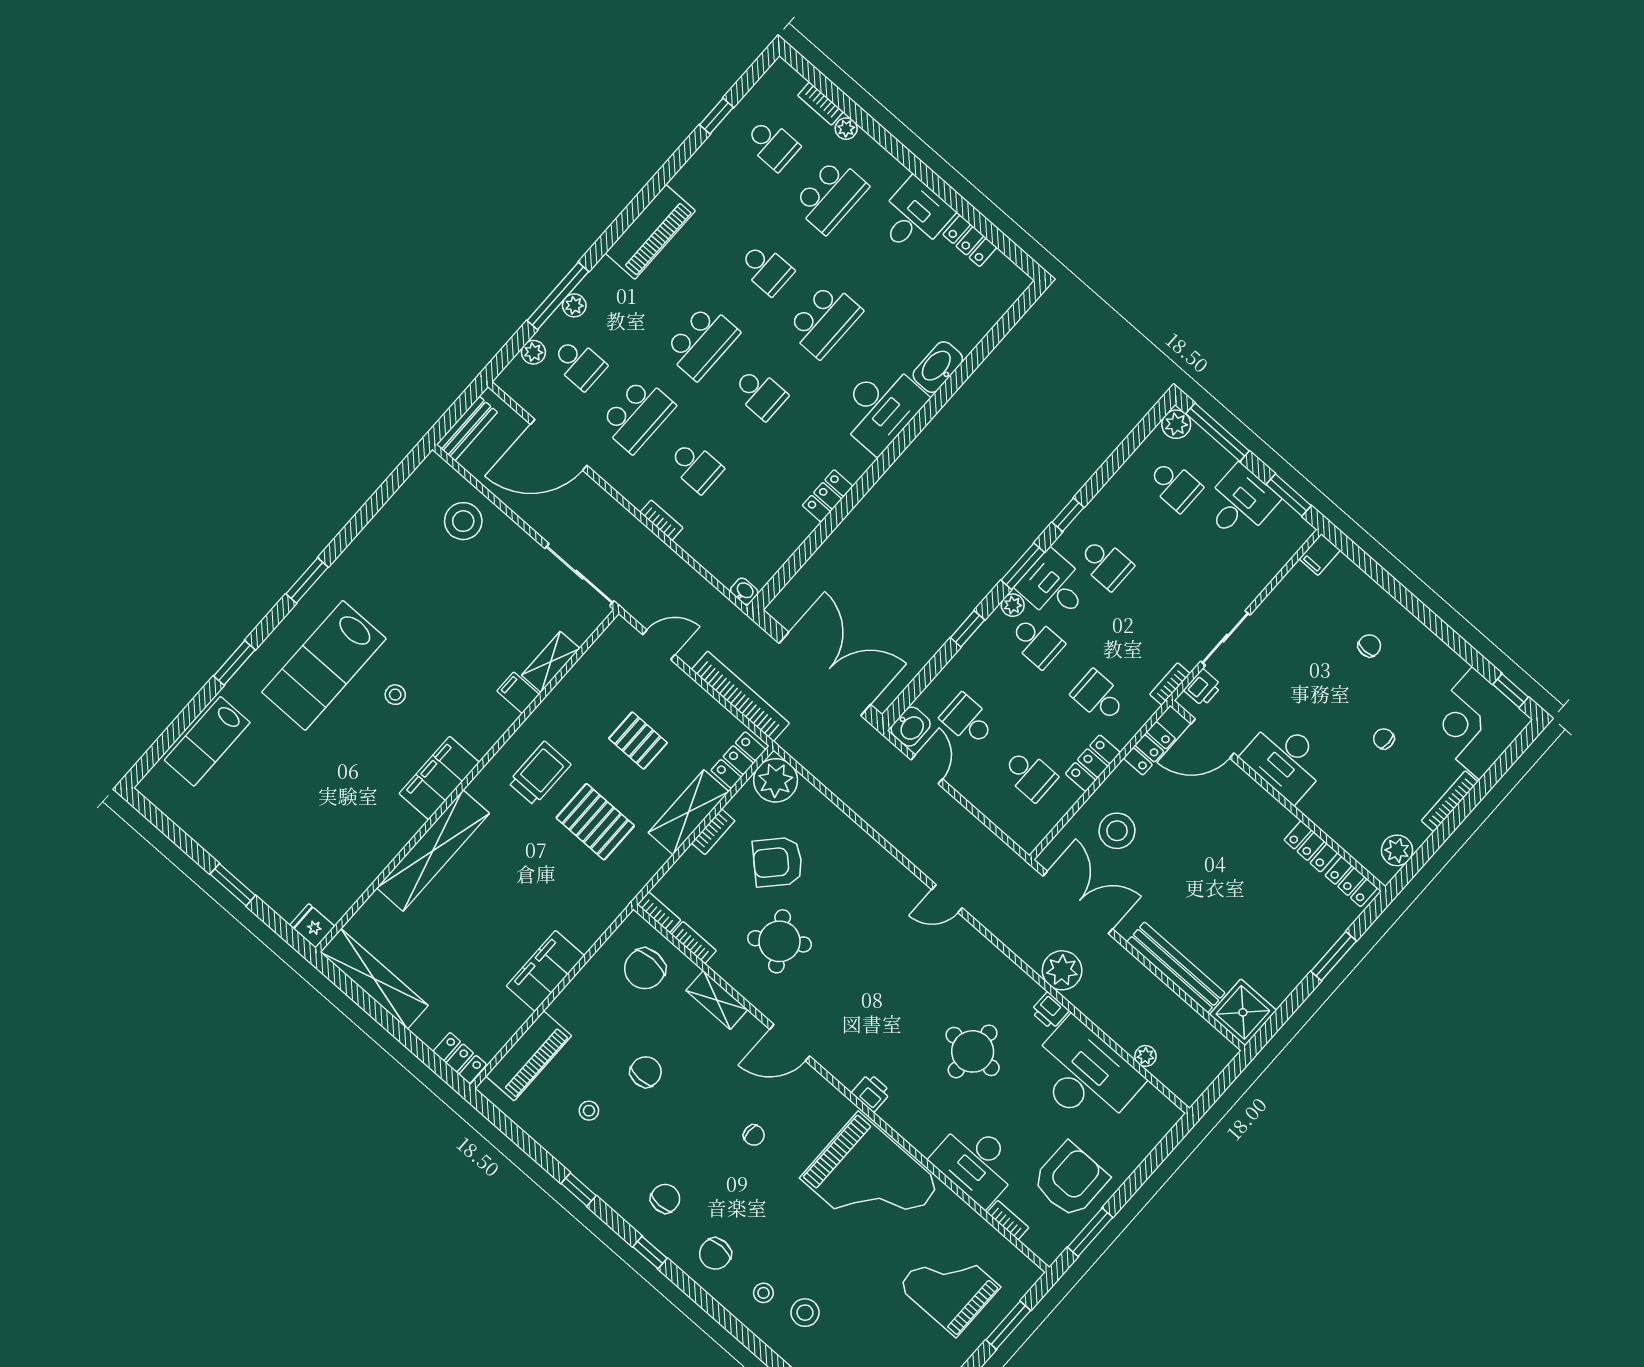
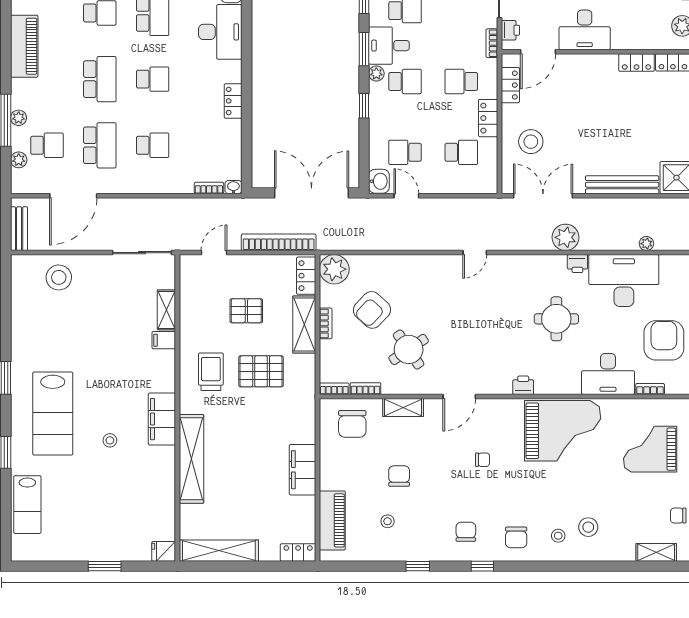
bookcase: (661, 520) -> (209, 188), moved
stool: (395, 695) -> (110, 440), moved

